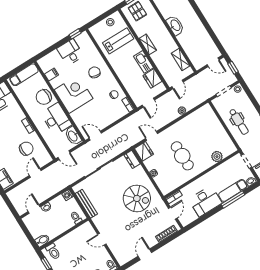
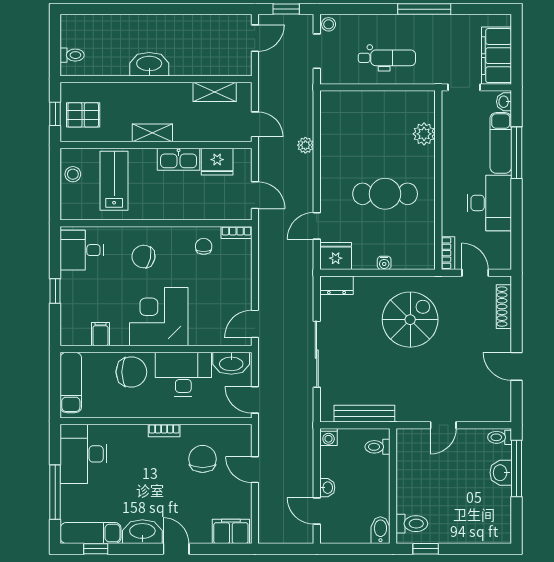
window: (75, 34) -> (55, 291), moved
desk: (70, 52) -> (82, 250), moved
chair: (44, 97) -> (131, 372), turned -90
door: (64, 155) -> (255, 400), swing flipped

